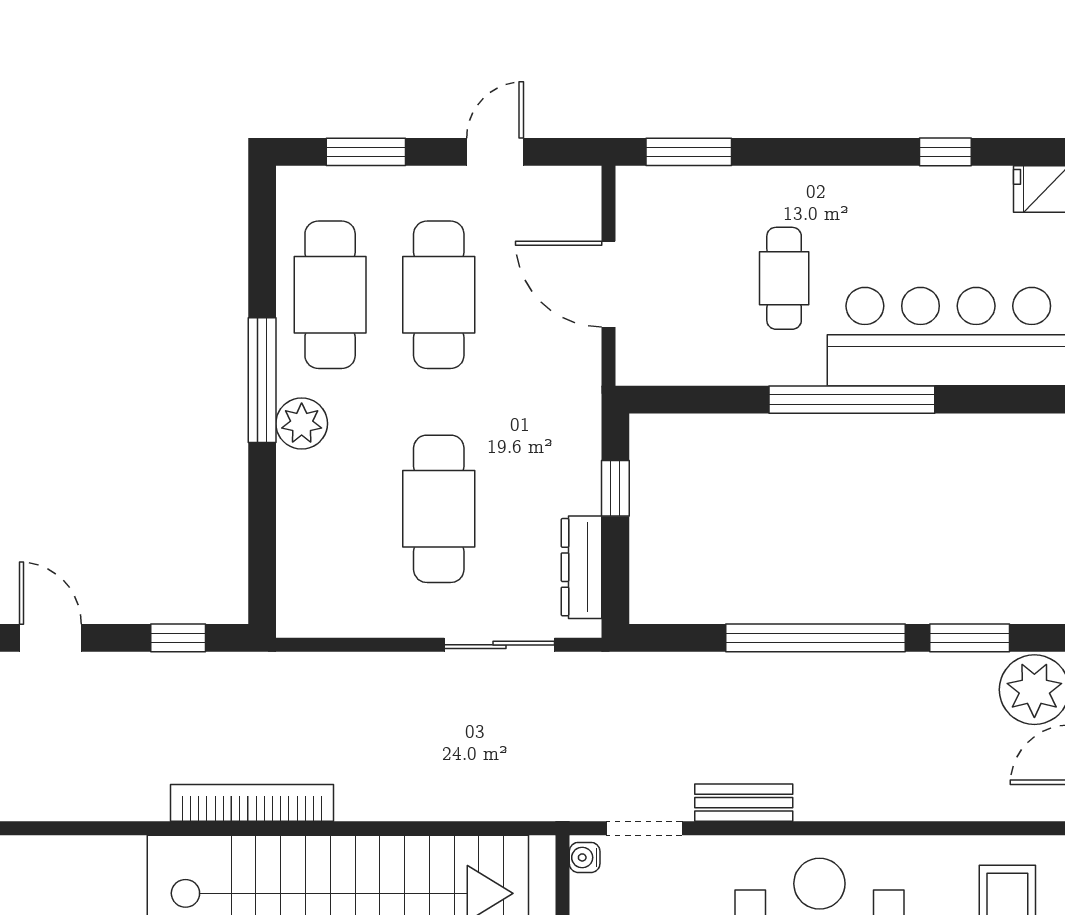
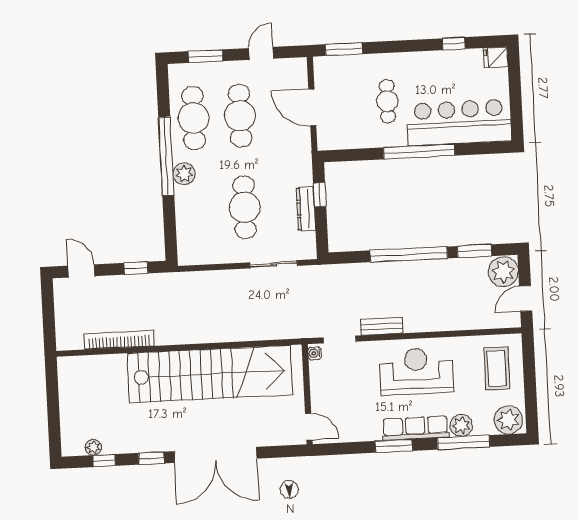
window: (262, 380) -> (166, 156), width x1.46
dresser: (581, 567) -> (306, 209), moved
bookcase: (252, 803) -> (119, 340), moved

